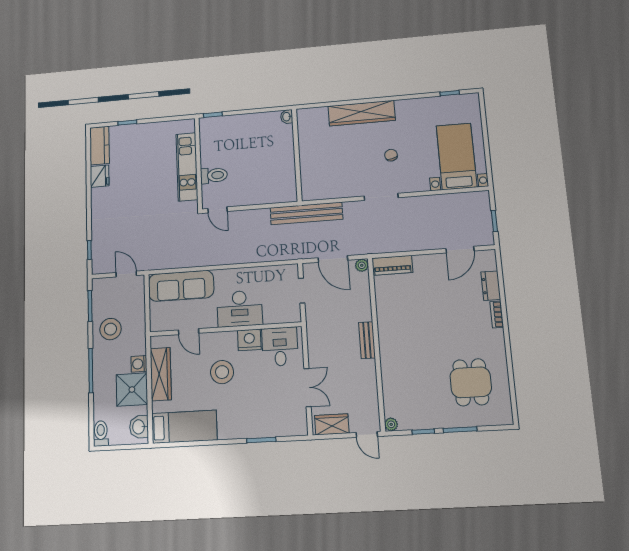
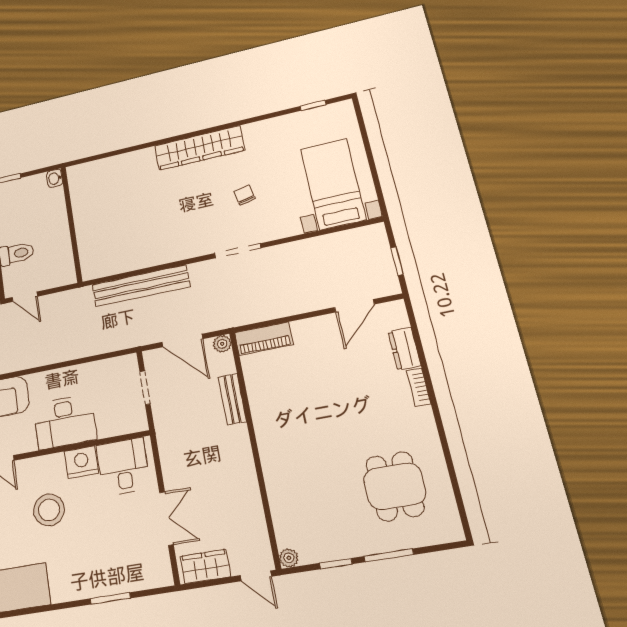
washbasin: (287, 117) -> (55, 178), moved
wall: (297, 155) -> (71, 224), moved
bench: (367, 340) -> (232, 399), moved

